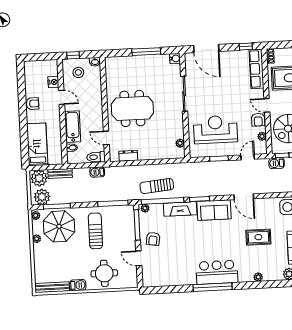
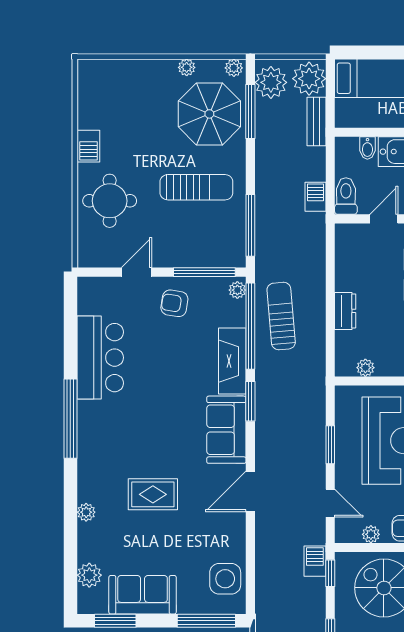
dresser: (128, 156) -> (345, 311), moved
rug: (258, 237) -> (153, 494), moved, turned 90
bar counter: (217, 272) -> (100, 358), moved
bench: (52, 287) -> (87, 94), removed

